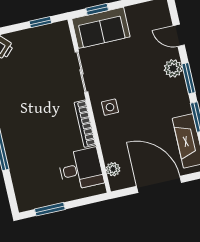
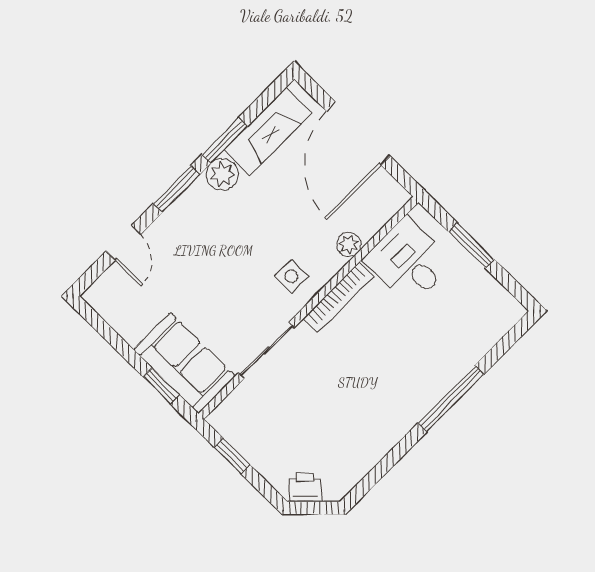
plant: (173, 68) -> (222, 174), moved
plant: (113, 169) -> (349, 245), moved
window: (50, 209) -> (471, 245), moved

